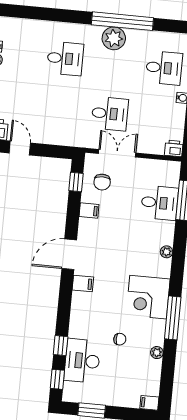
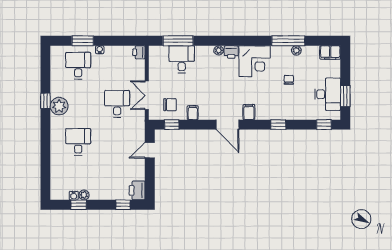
window: (122, 21) -> (45, 101), width x0.32
door: (20, 148) -> (150, 150), moved
printer: (163, 268) -> (231, 52), added
window: (173, 318) -> (288, 41), moved
window: (61, 346) -> (278, 125), moved
desk: (82, 361) -> (328, 94), moved, turned -90
filing cabinet: (149, 403) -> (330, 53), width x2.00

